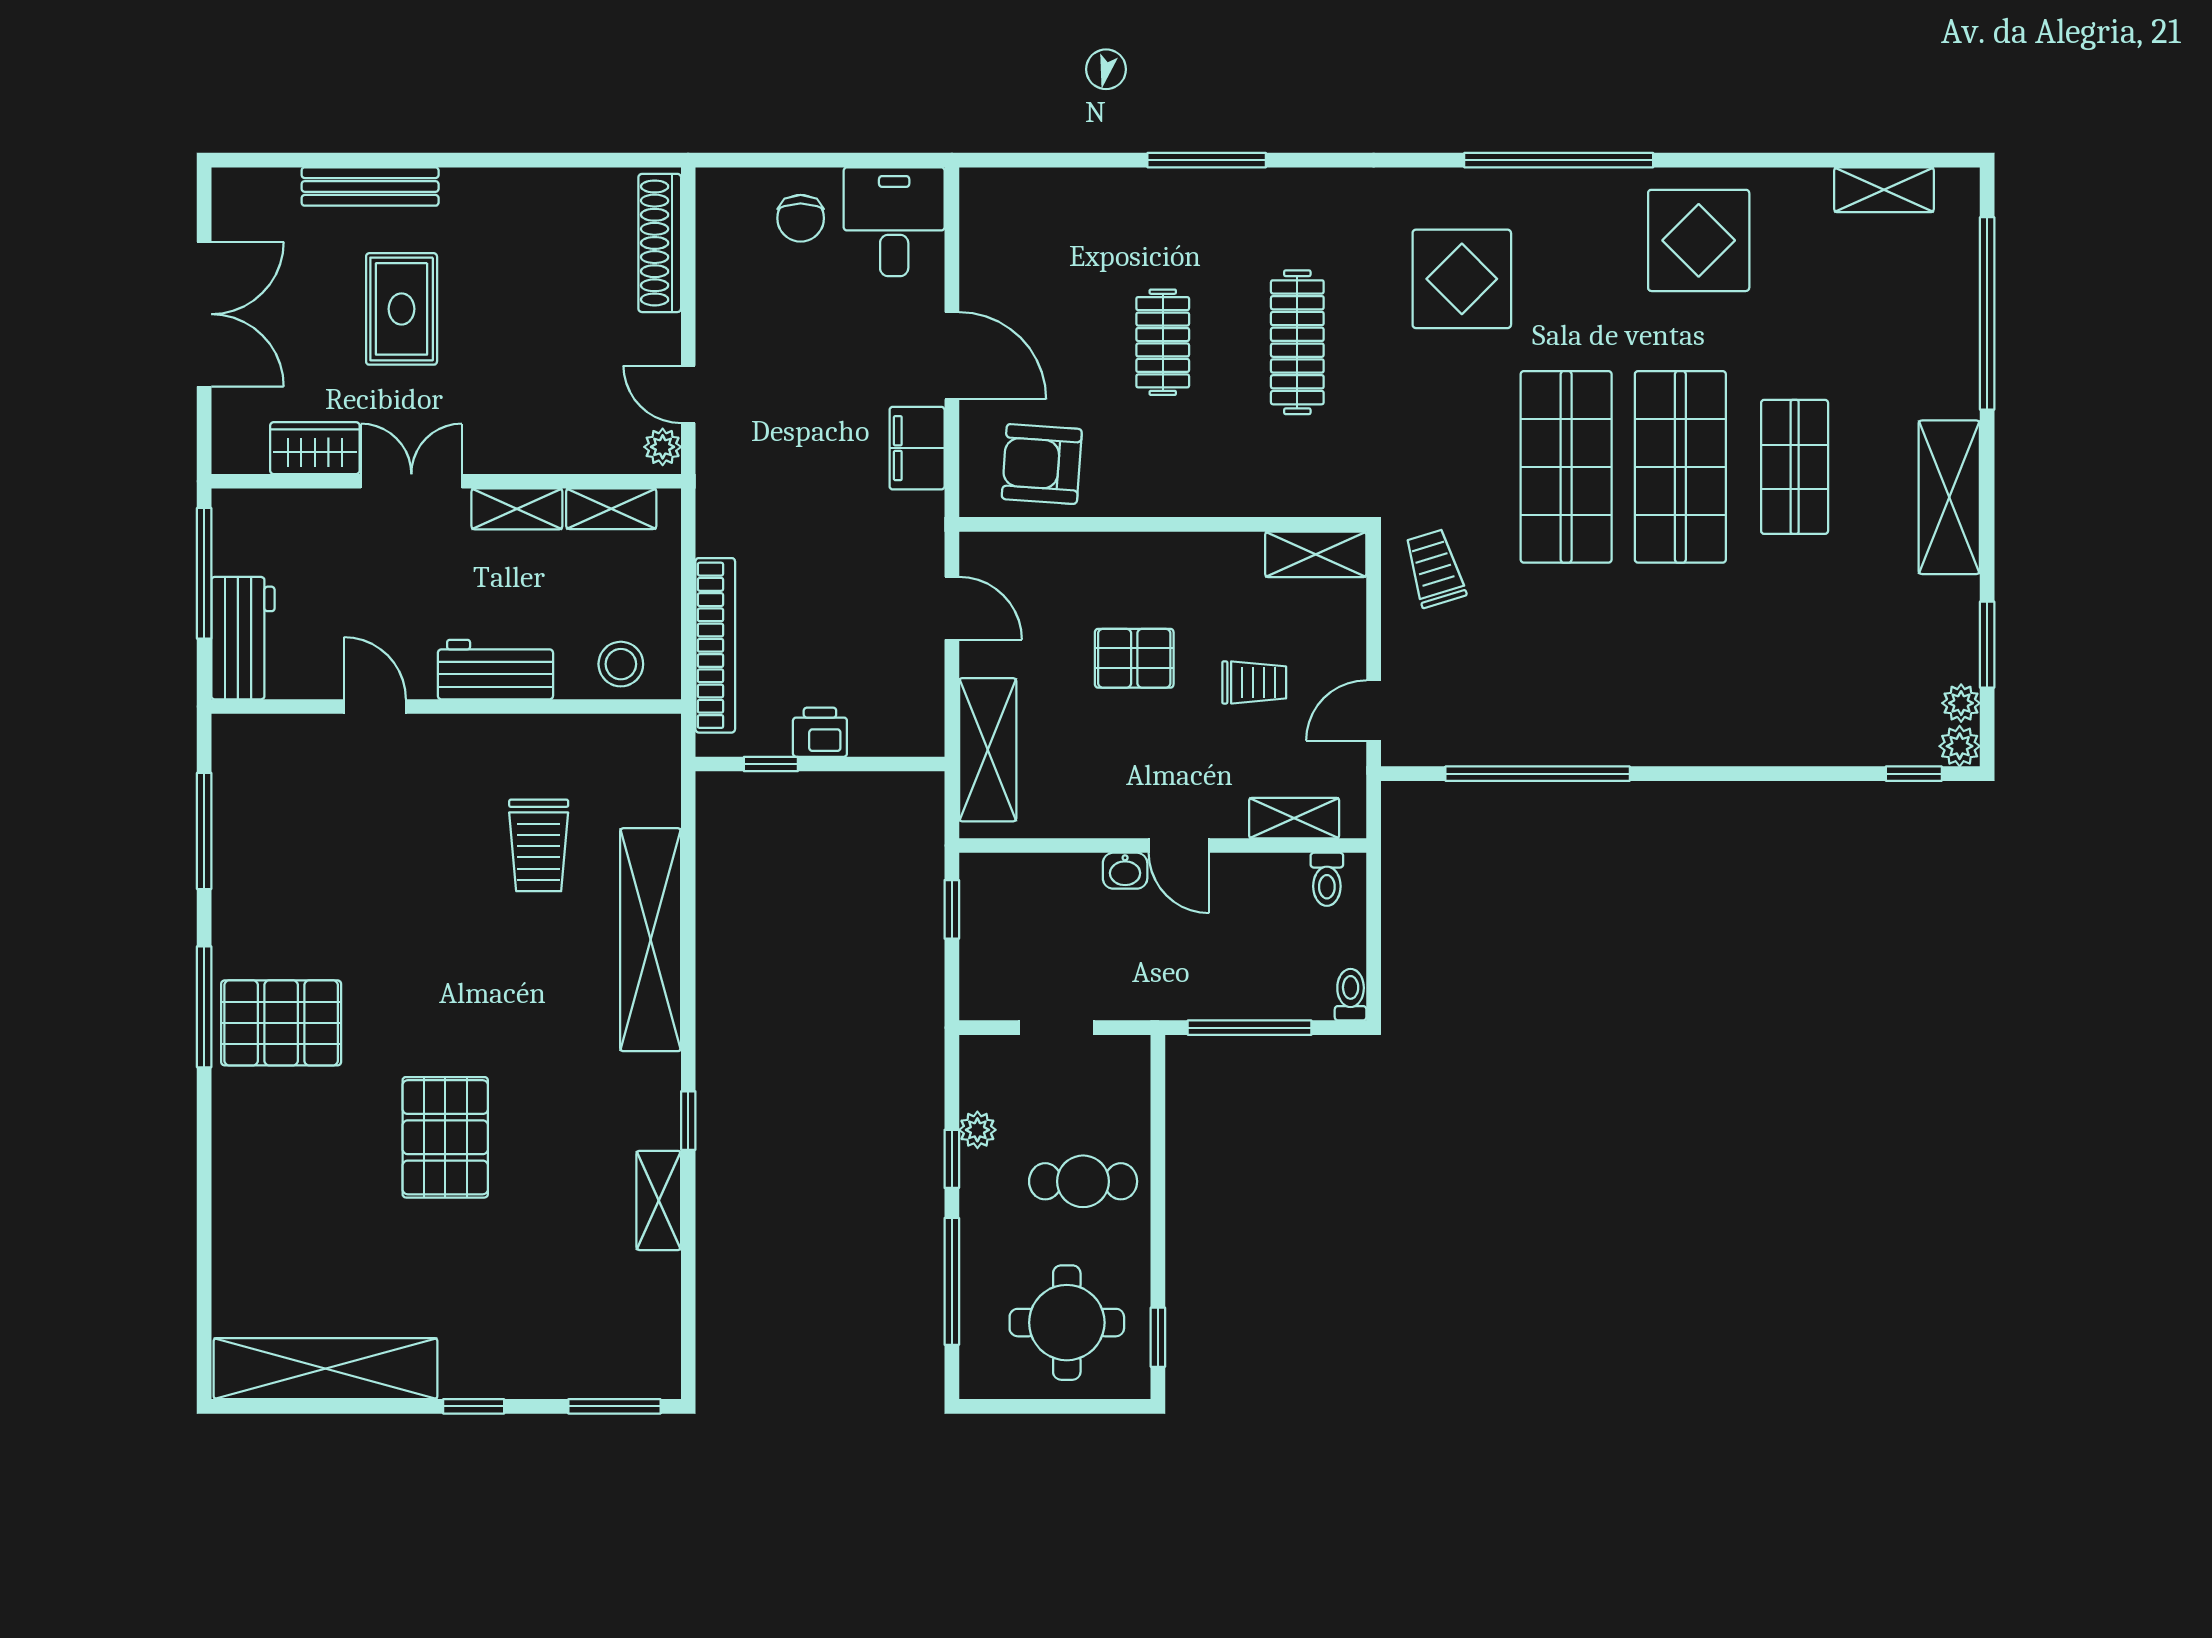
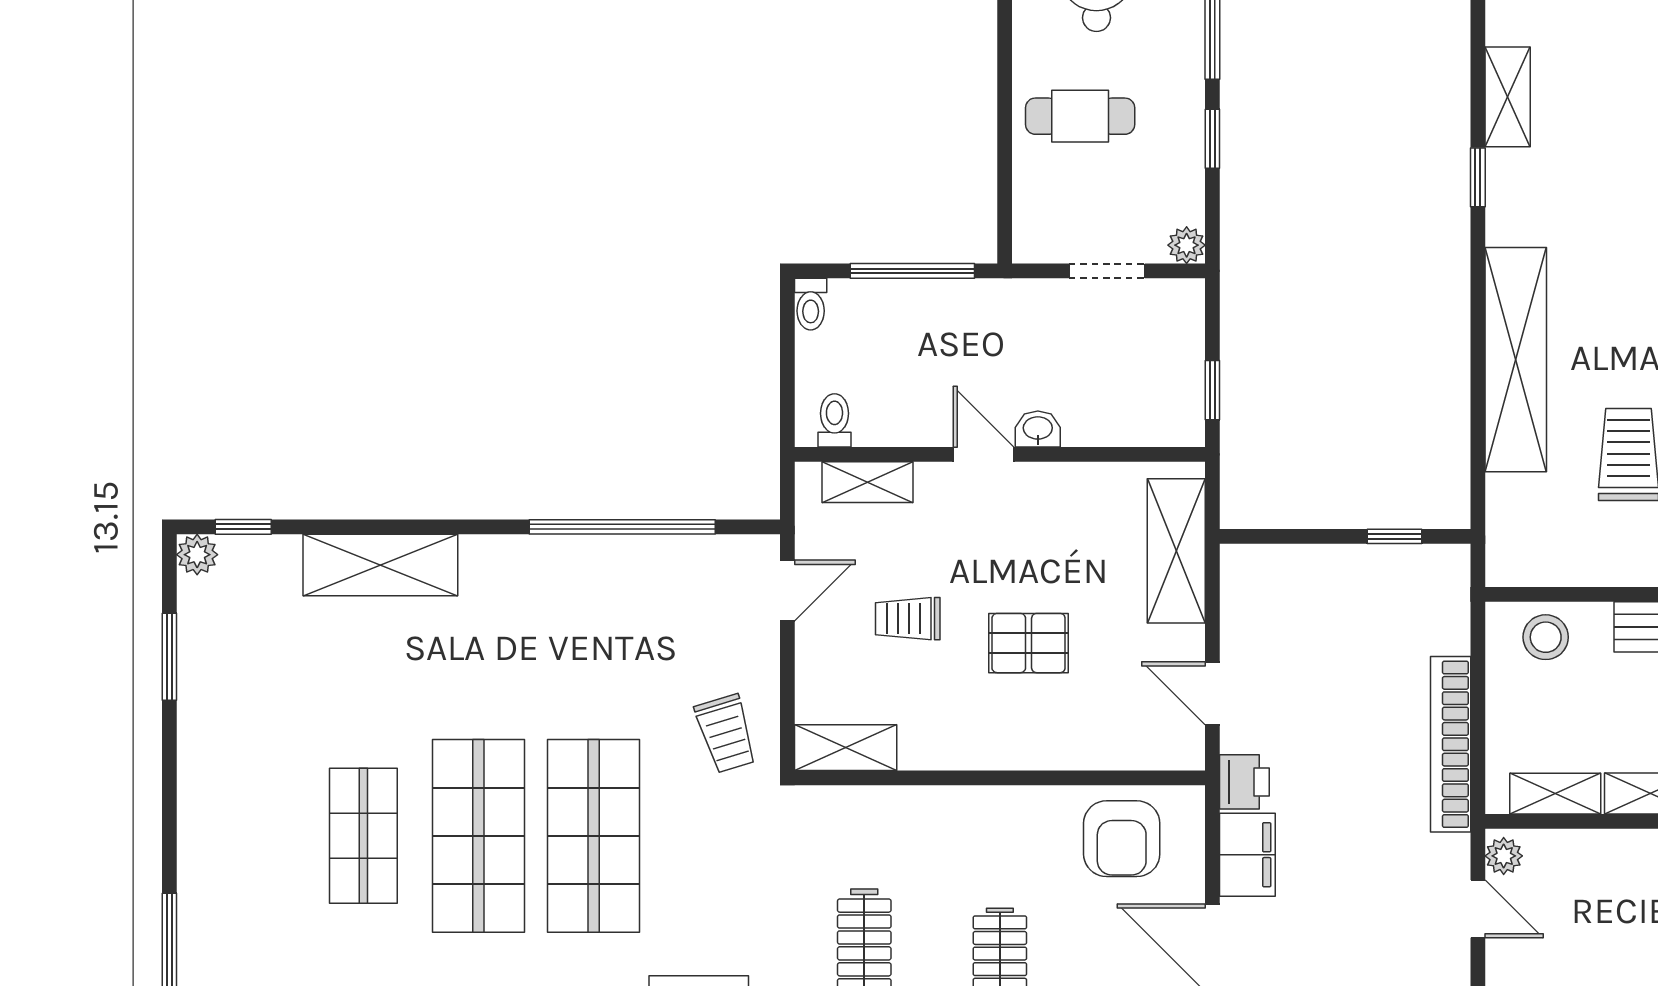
armchair: (1042, 464) -> (1122, 839), turned 86
shelving: (1949, 497) -> (380, 565), moved, turned 90
bookcase: (715, 645) -> (1451, 744), moved
plant: (1961, 703) -> (196, 598), removed
printer: (820, 732) -> (1244, 782), moved, turned -90
plant: (977, 1130) -> (1187, 245), moved

